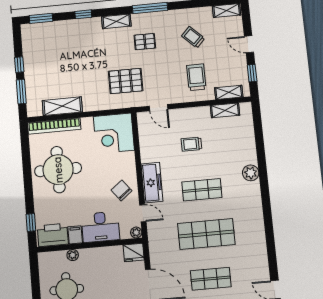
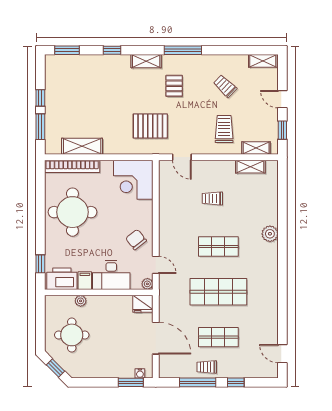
pallet: (145, 42) -> (174, 86), turned 90
freezer: (152, 183) -> (168, 234), removed

